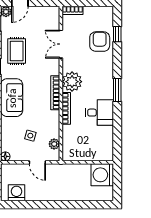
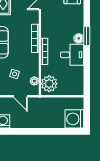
plant: (72, 82) -> (49, 84), moved
floor lamp: (108, 93) -> (79, 38), added
washing machine: (102, 175) -> (74, 119), moved

